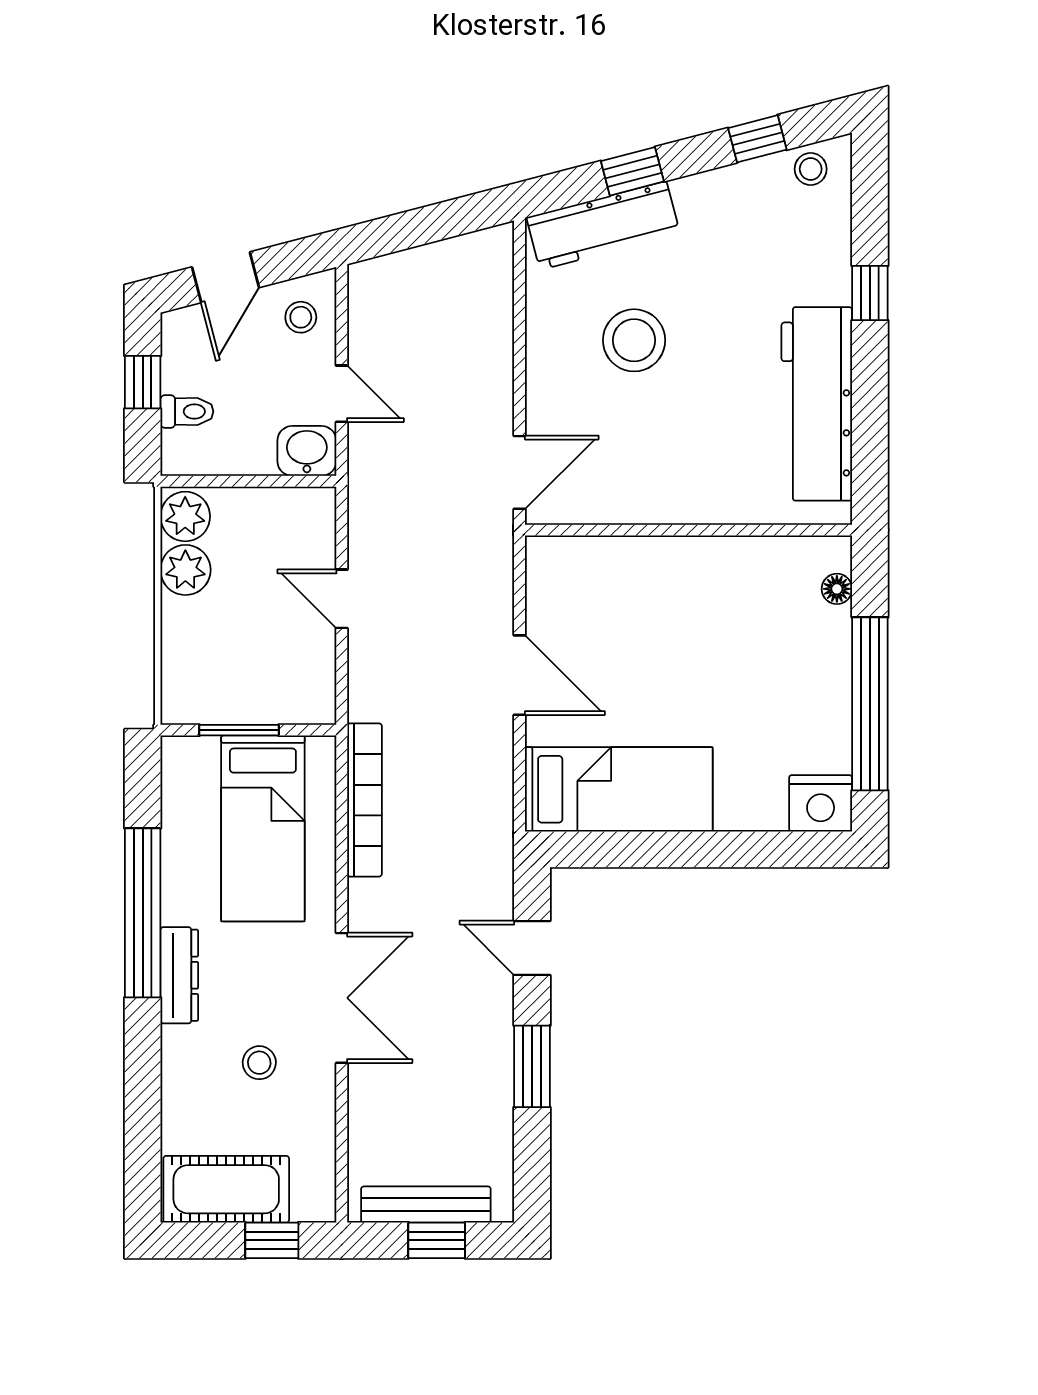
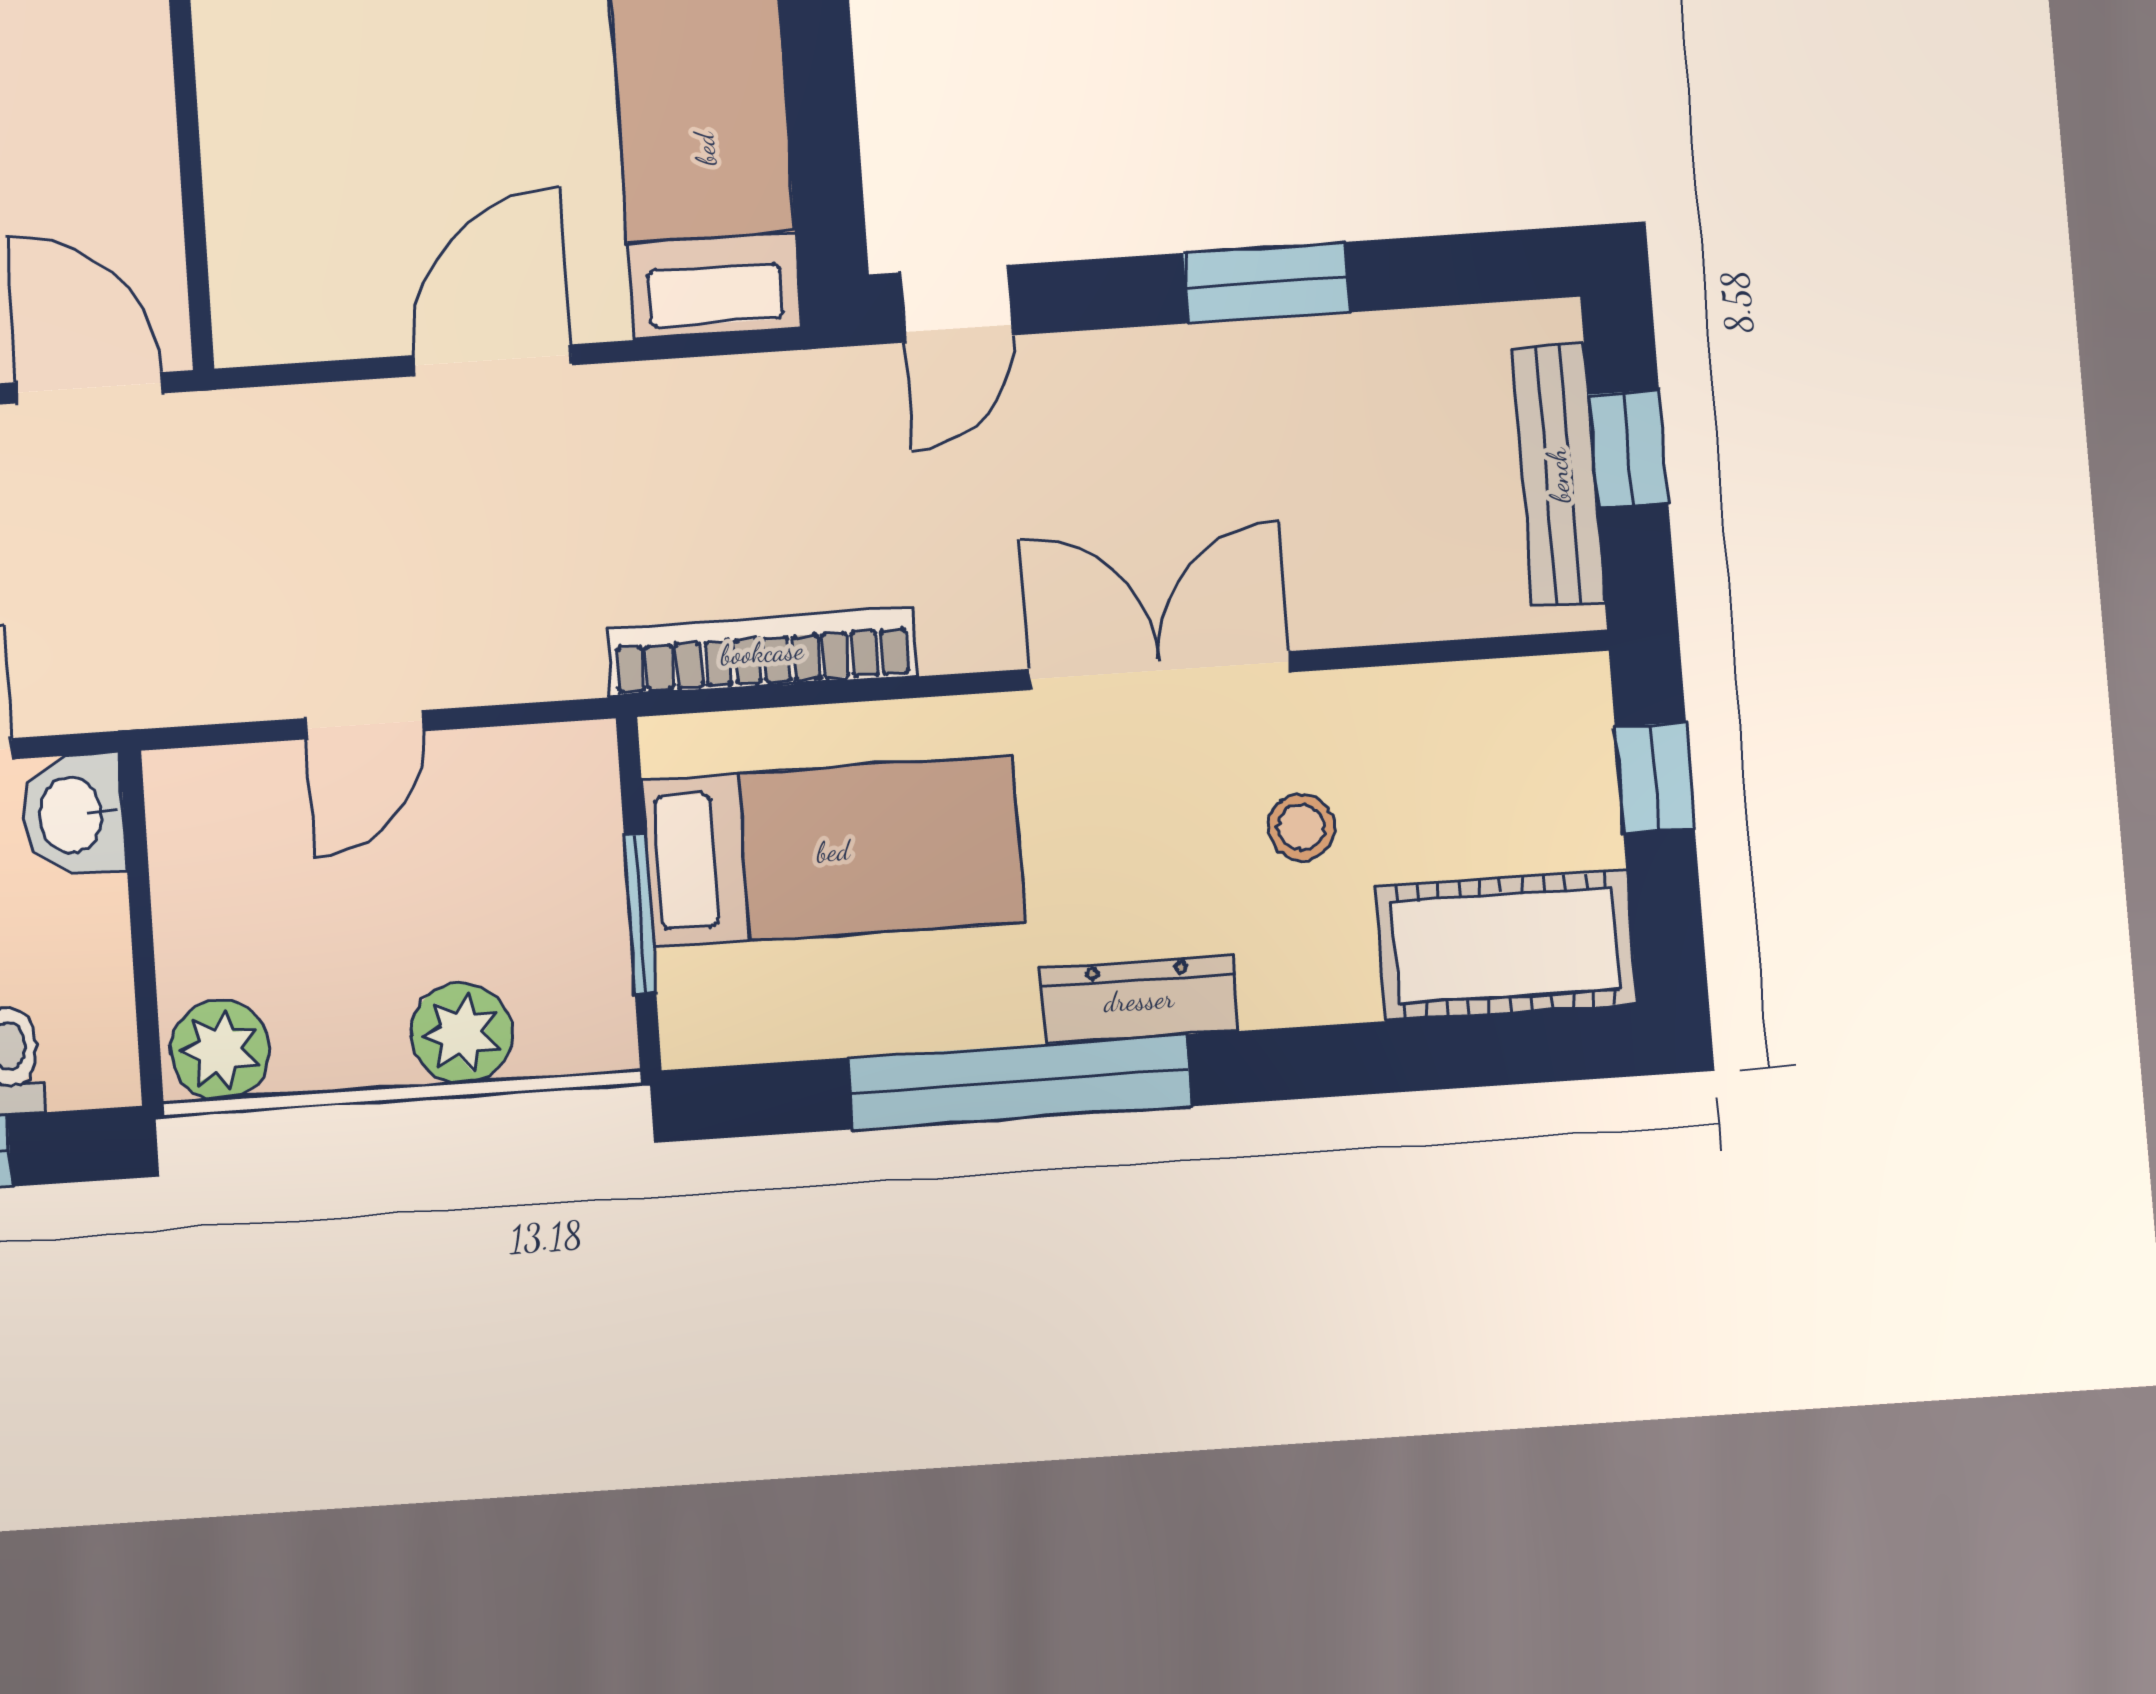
plant: (185, 570) -> (462, 1033), moved
door: (532, 948) -> (957, 304), moved
cot: (226, 1189) -> (1506, 945), moved, turned 90

